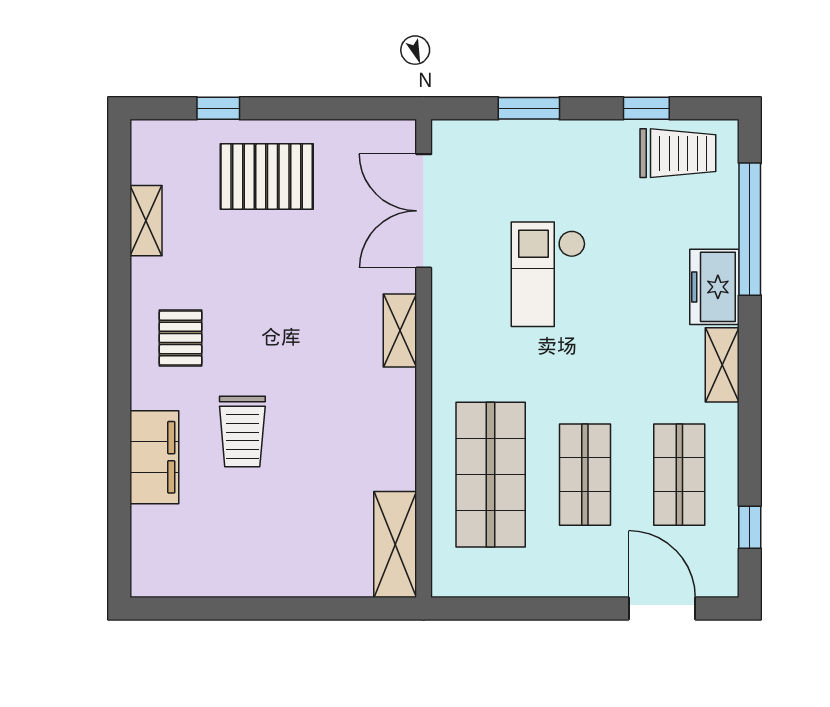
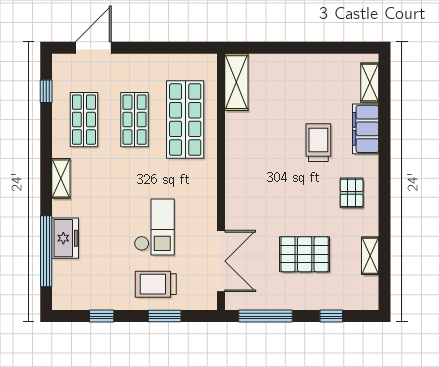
window: (341, 108) -> (266, 316), added
trolley: (678, 153) -> (156, 284), moved
pallet: (267, 176) -> (305, 254), moved
freezer: (714, 287) -> (65, 238), moved
shelving: (400, 331) -> (370, 83), moved
door: (662, 608) -> (93, 48), swing flipped

